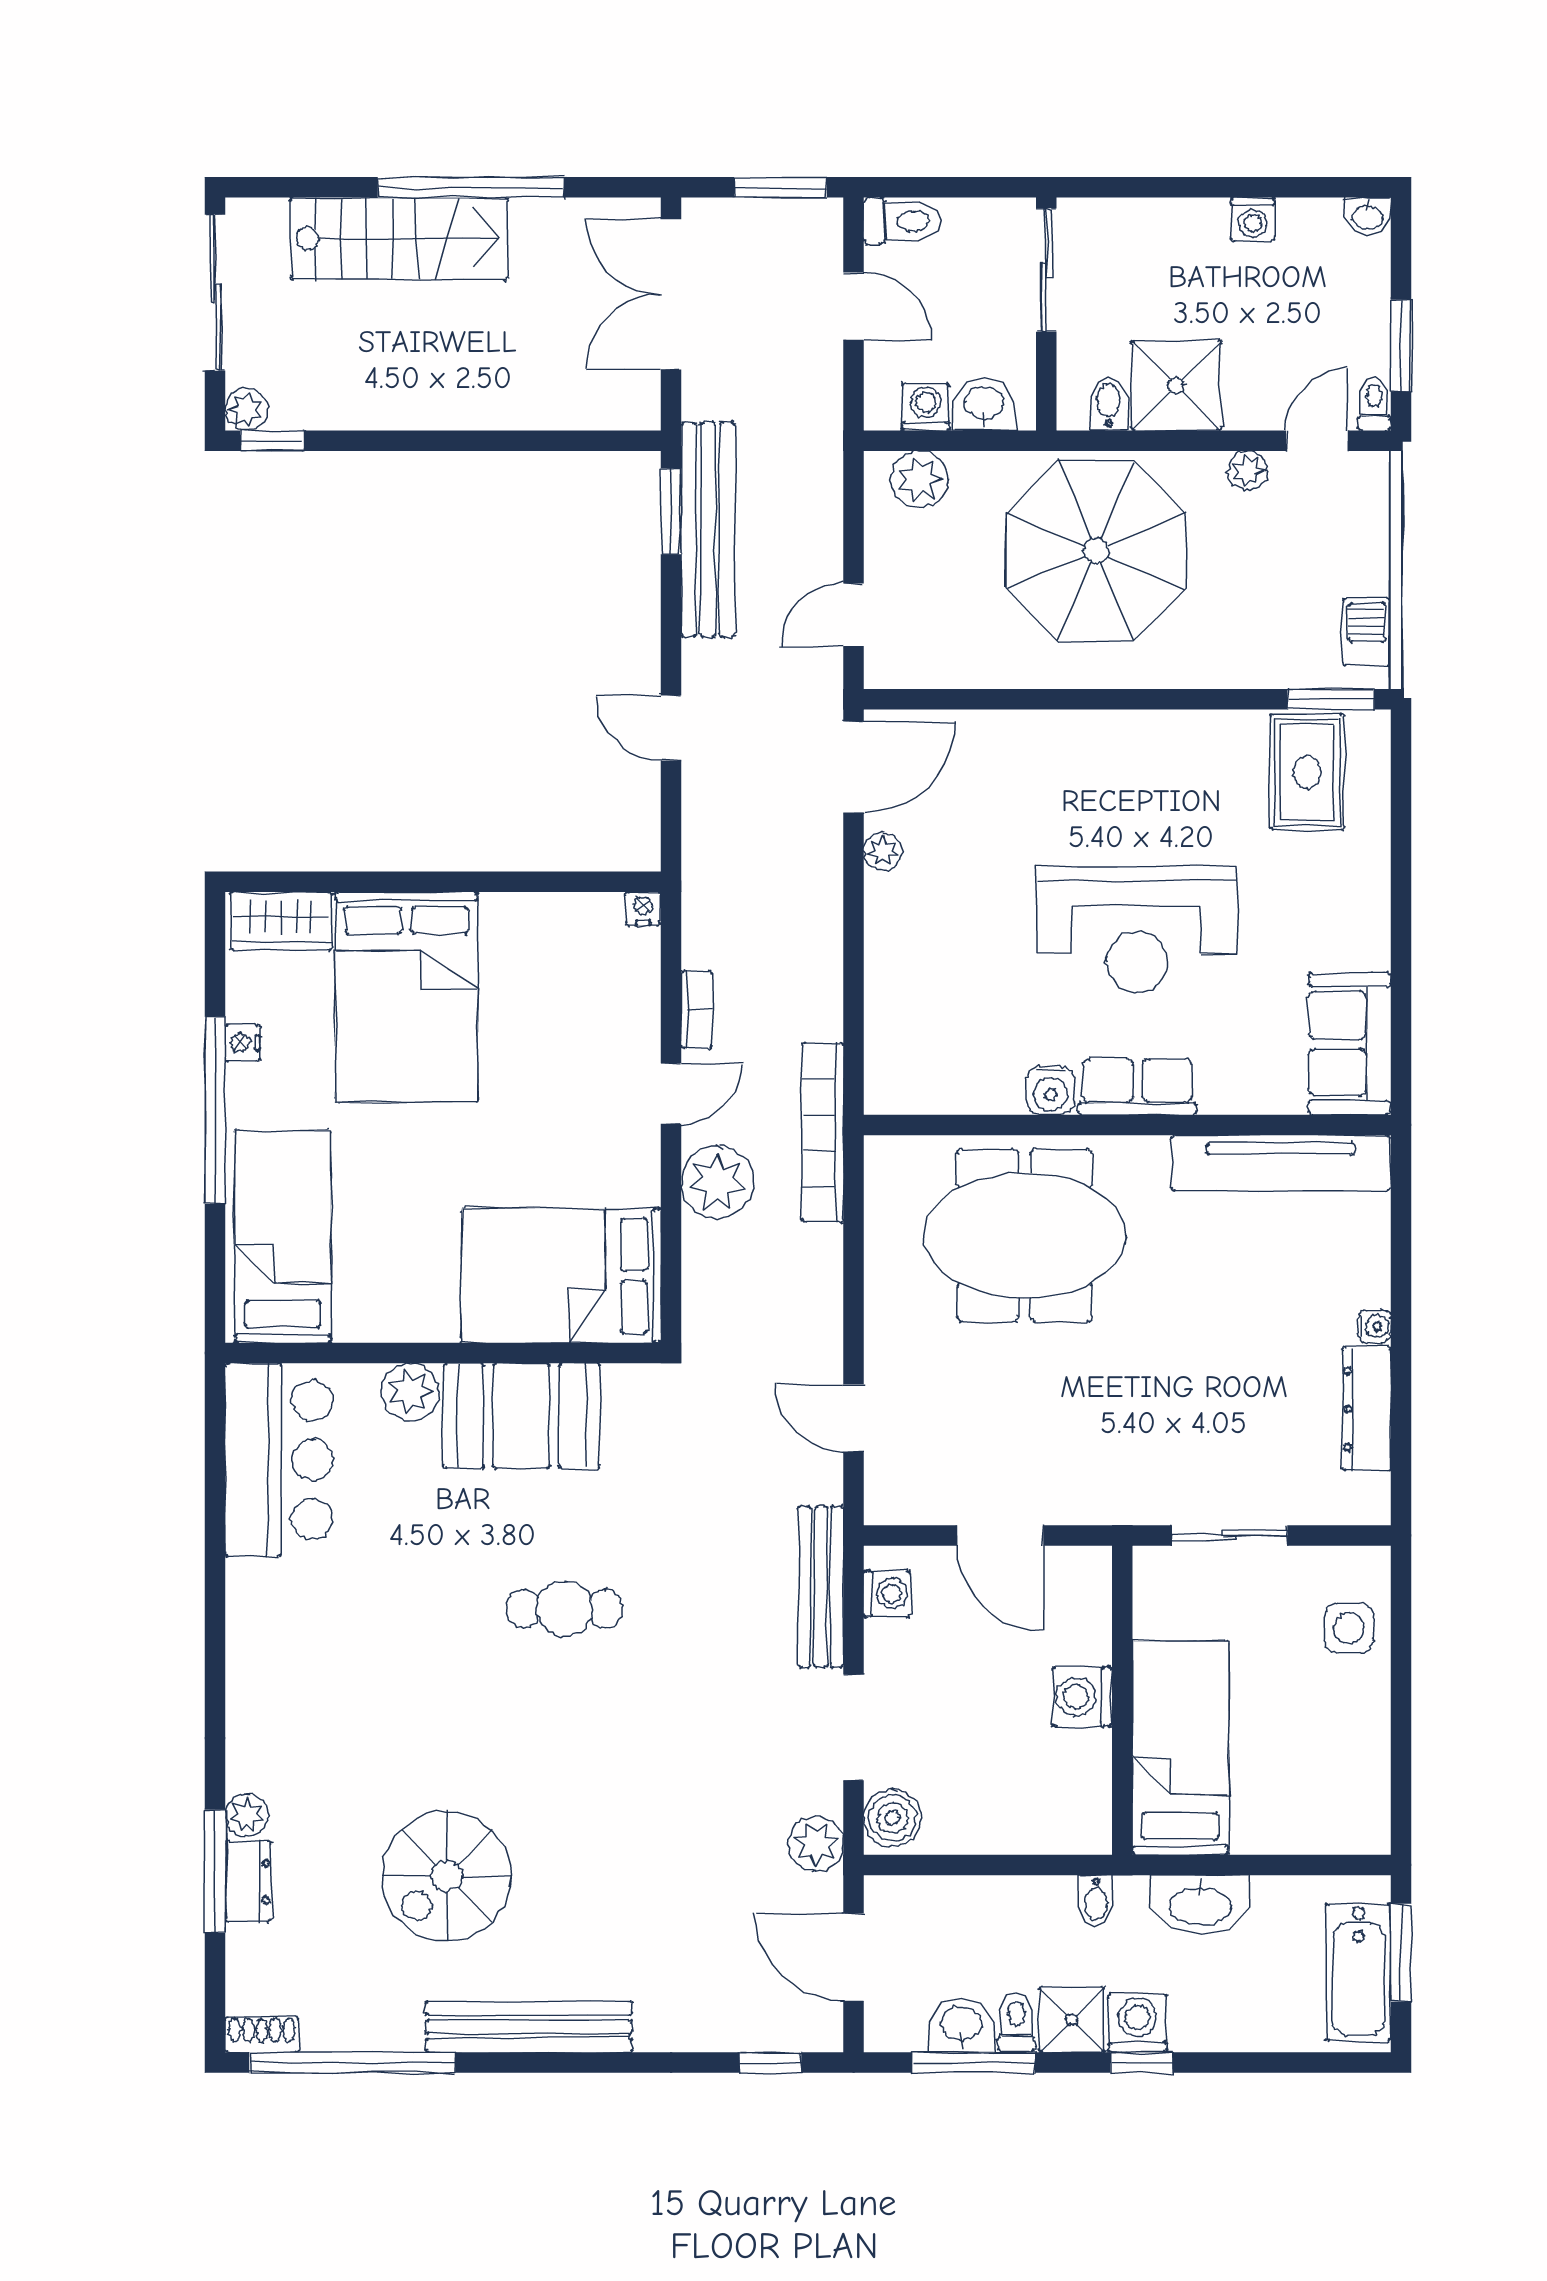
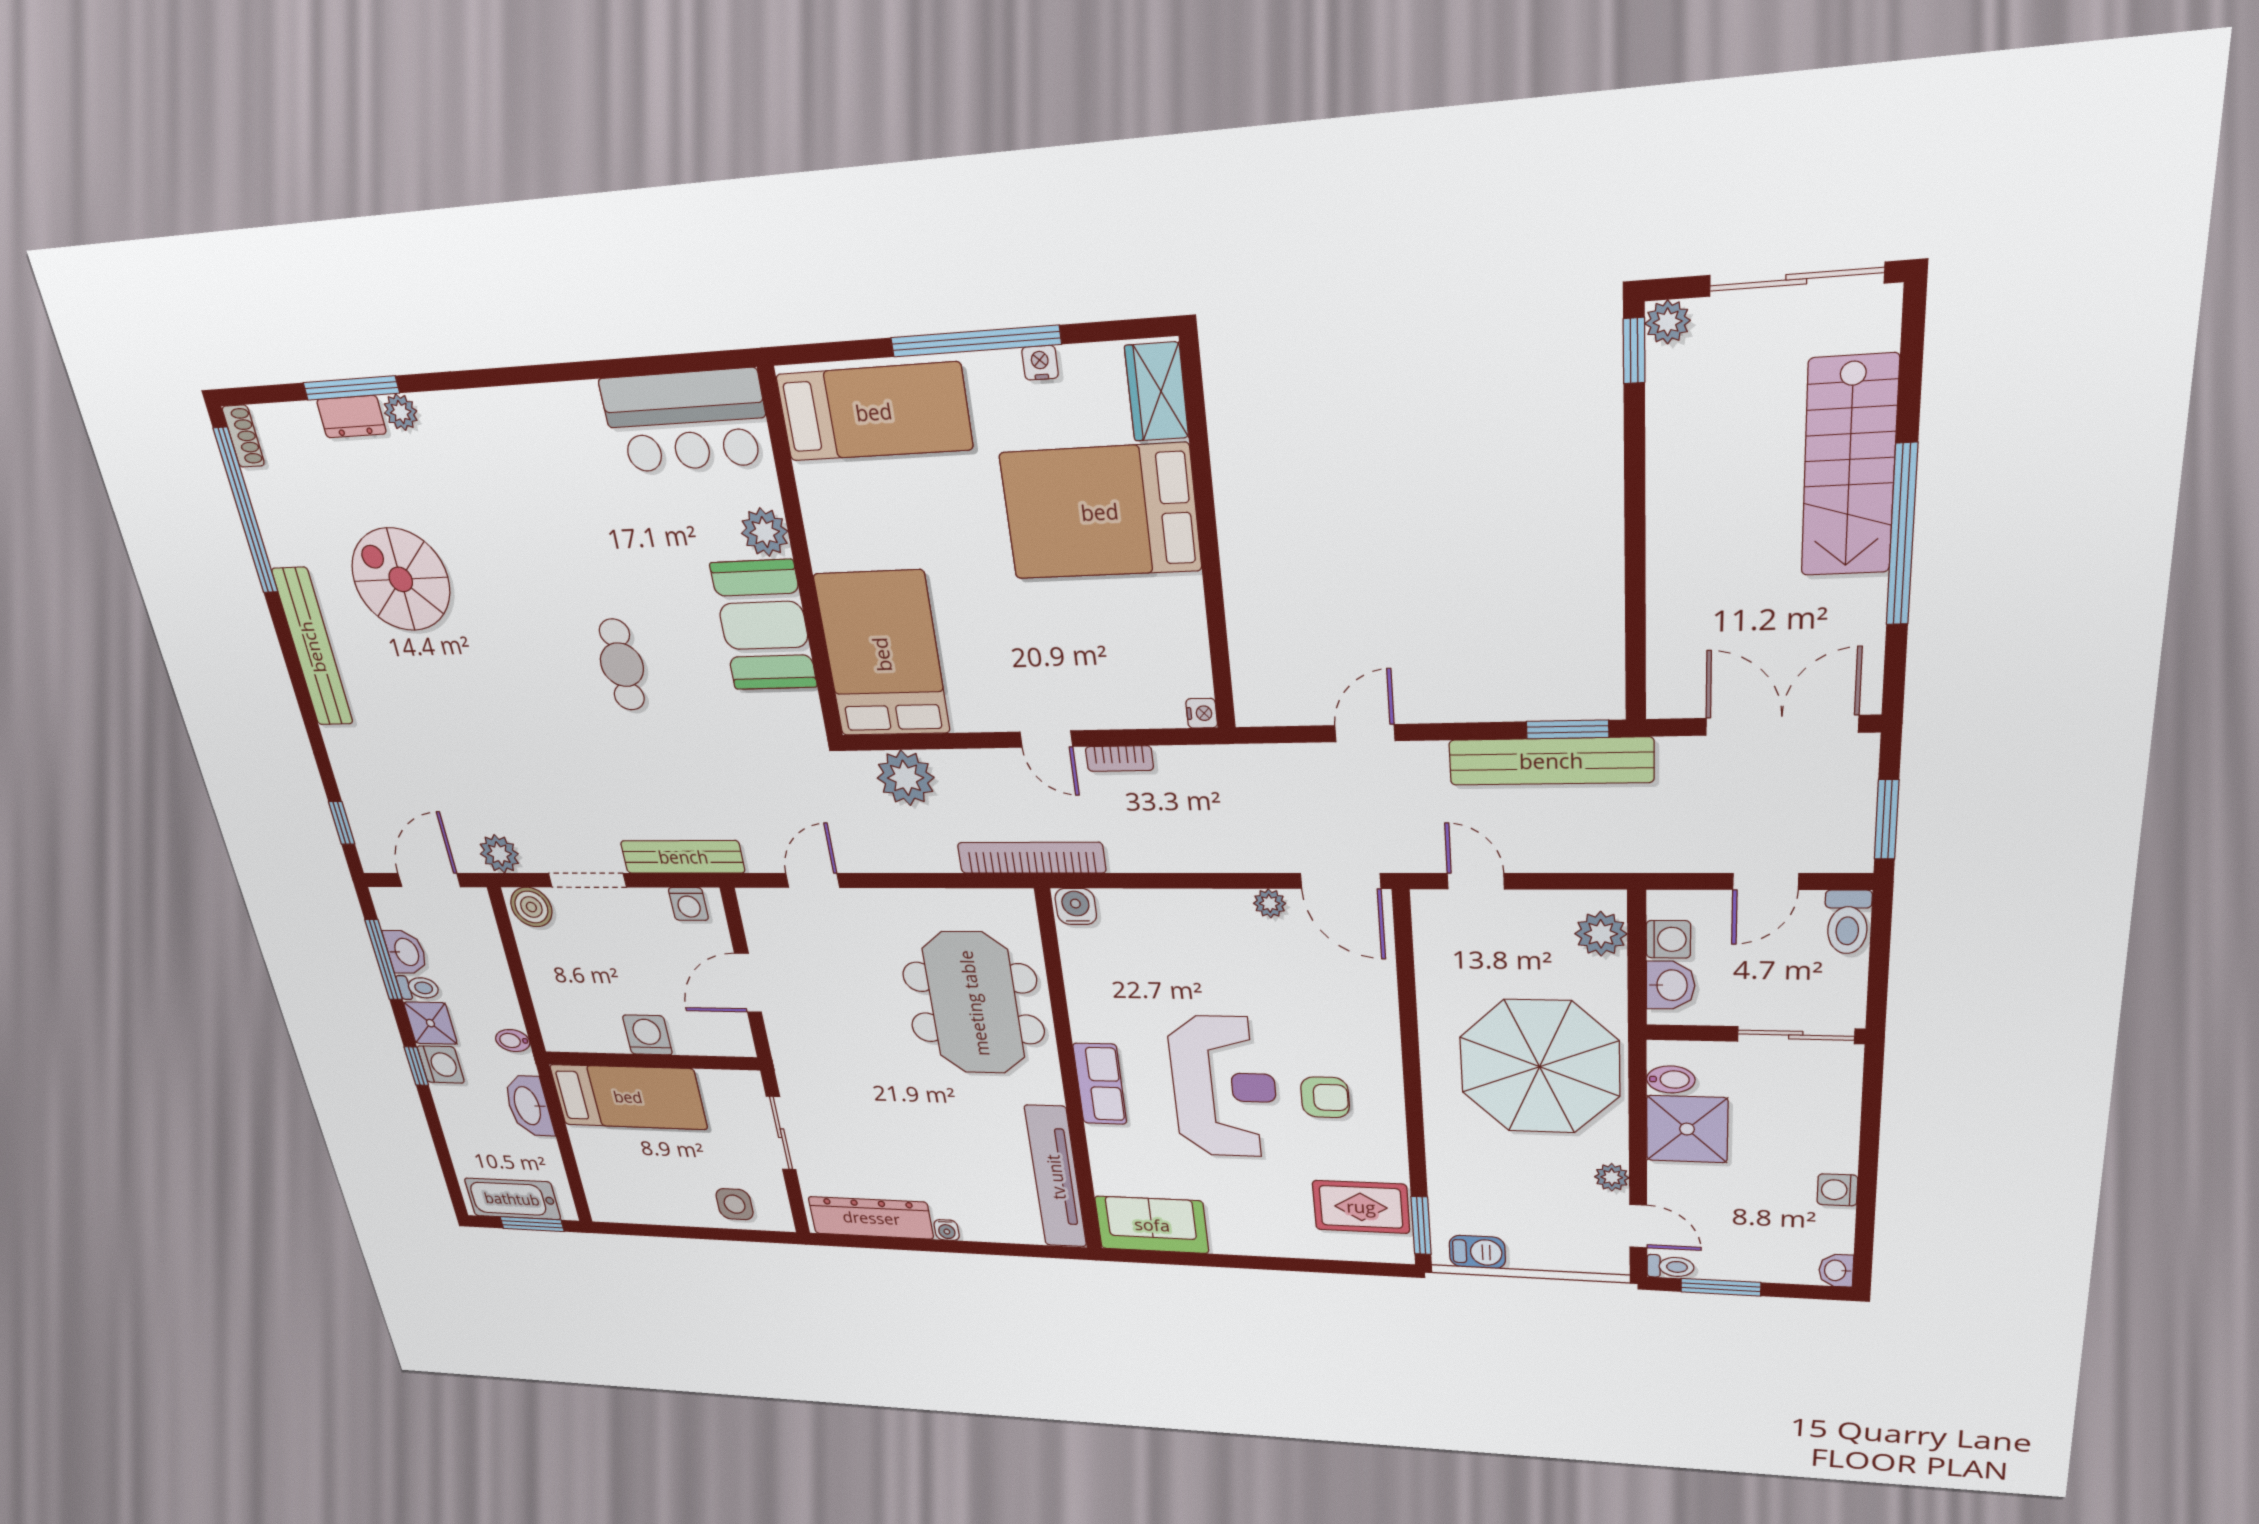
armchair: (1147, 805) -> (1325, 1097), added
reception desk: (1137, 929) -> (1224, 1087), turned 180
water cooler: (1051, 1090) -> (1076, 906), moved, turned 90
plant: (717, 1182) -> (906, 778), moved
dresser: (1366, 1409) -> (871, 1218), width x1.37, depth x1.24

